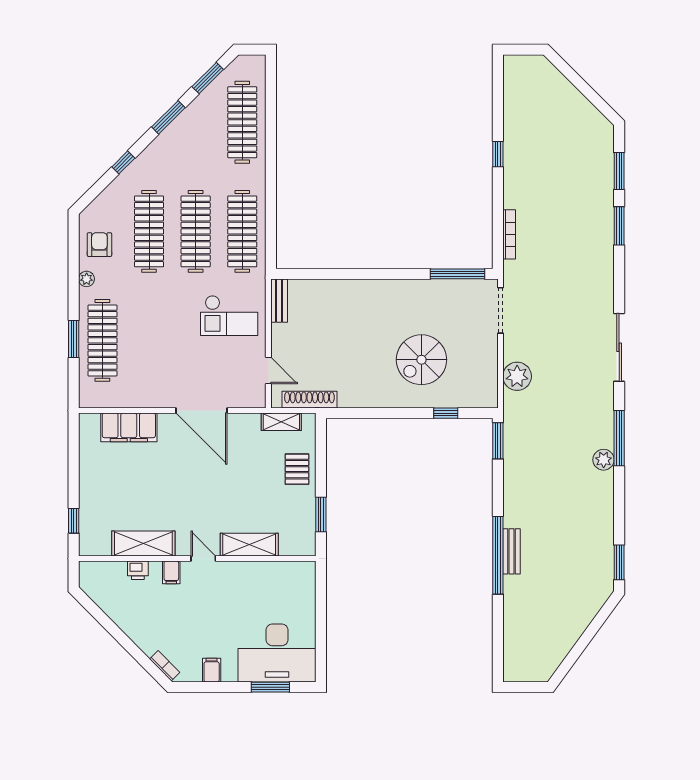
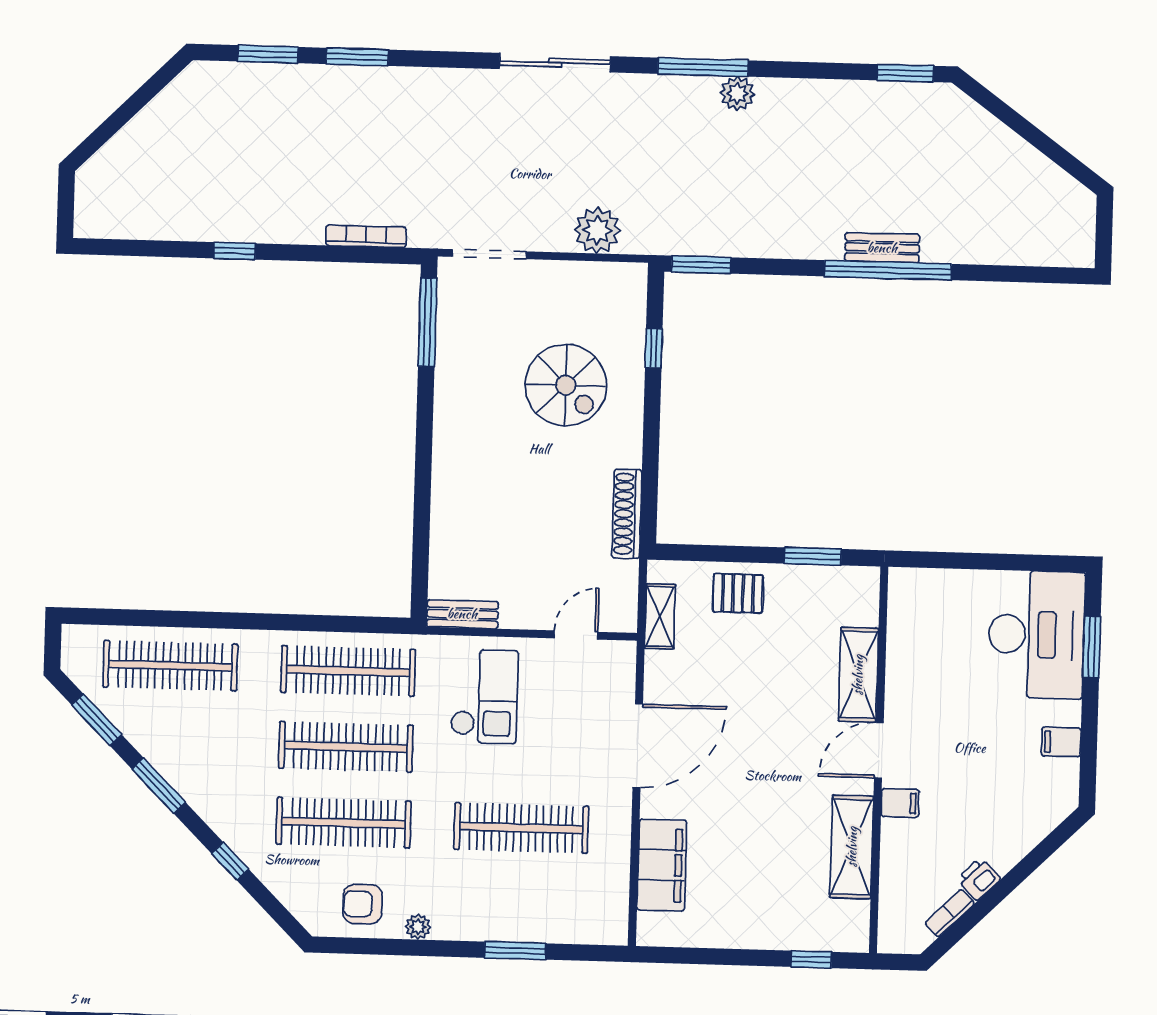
clothes rail: (102, 340) -> (521, 828), moved
shoe rack: (309, 400) -> (627, 514), moved
door: (203, 558) -> (879, 750), width x1.37
printer: (138, 570) -> (979, 879), moved, turned -135
bookcase: (165, 666) -> (950, 913), moved

